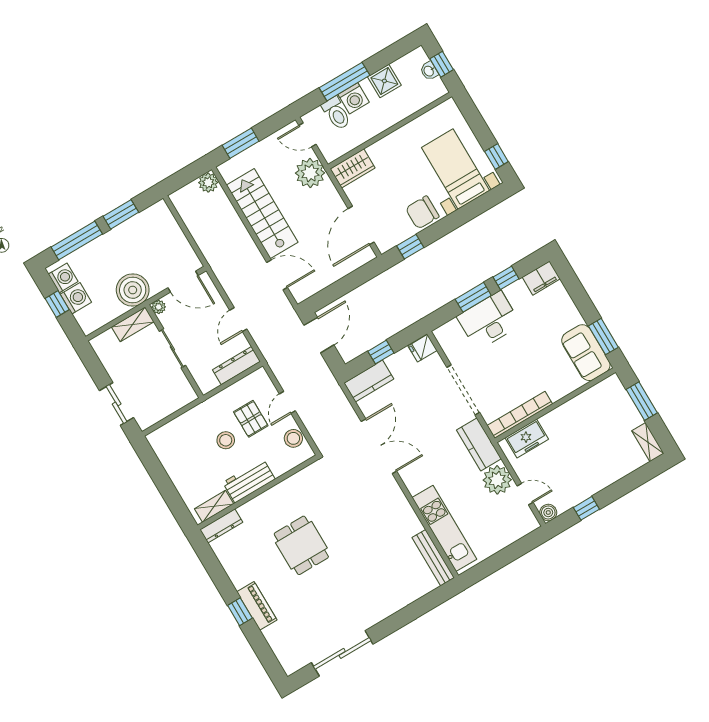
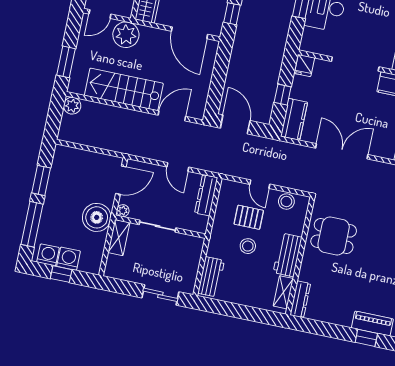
workbench: (171, 433) -> (211, 277), added
dining table: (301, 545) -> (334, 236), moved

